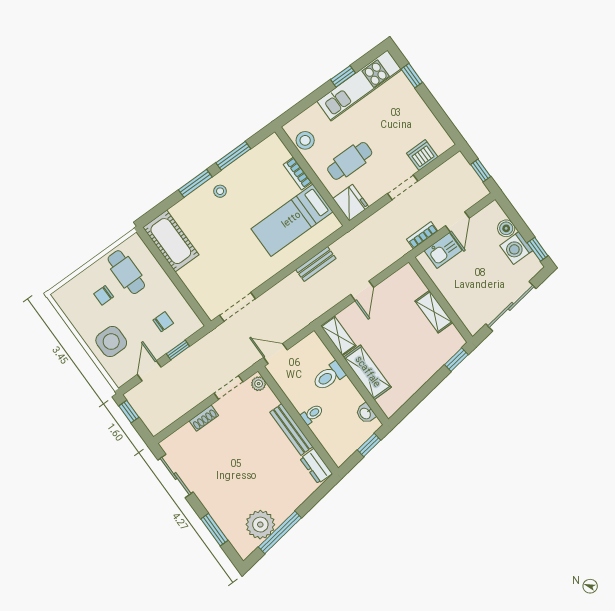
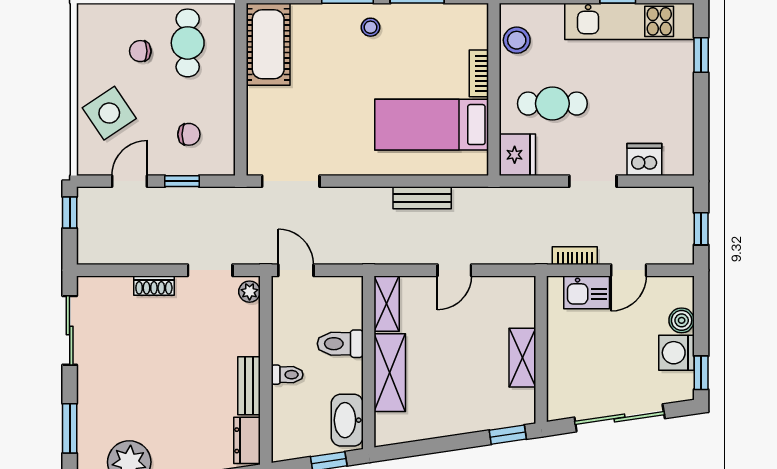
side table: (111, 342) -> (109, 113), turned -34
washbasin: (366, 413) -> (347, 420), width x1.91, depth x1.45
bench: (291, 429) -> (249, 386), width x0.73

